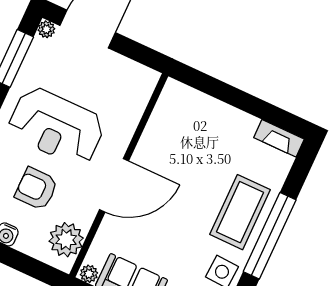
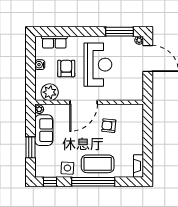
reception desk: (56, 127) -> (98, 65), turned 180
armchair: (179, 159) -> (109, 126), added
door: (114, 185) -> (84, 102), hinge flipped

